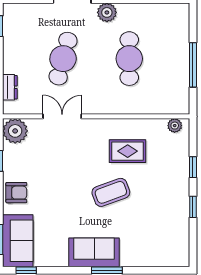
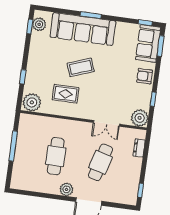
plant: (175, 126) -> (32, 102), width x1.88, depth x1.88
window: (193, 207) -> (30, 27), moved
plant: (180, 247) -> (39, 24), added
sofa: (94, 252) -> (83, 29), width x1.85, depth x1.27

